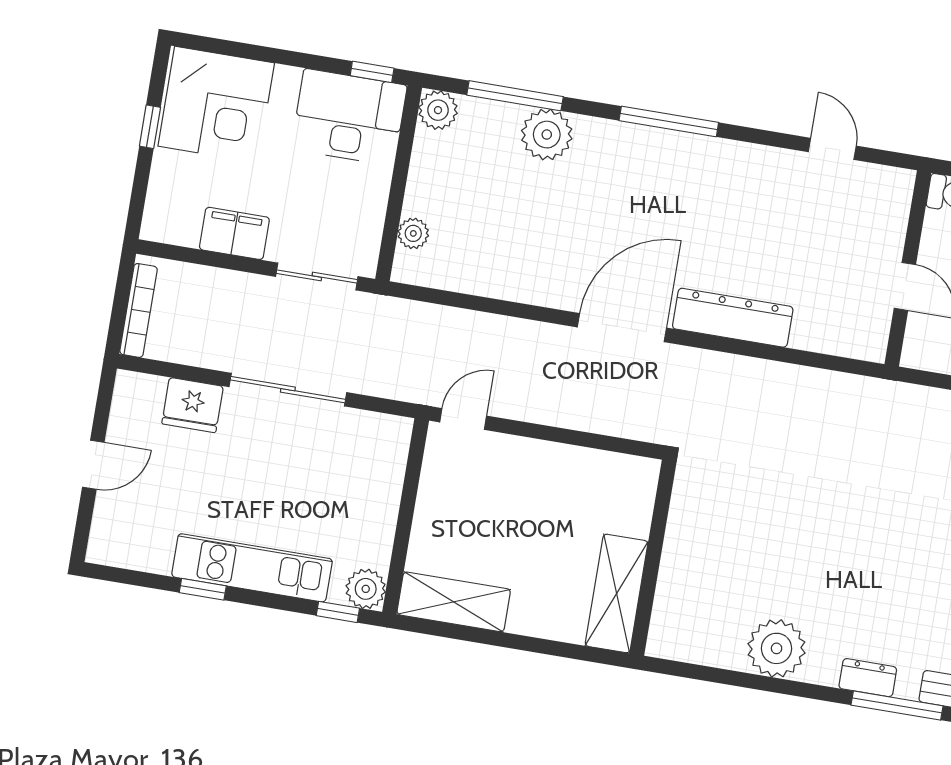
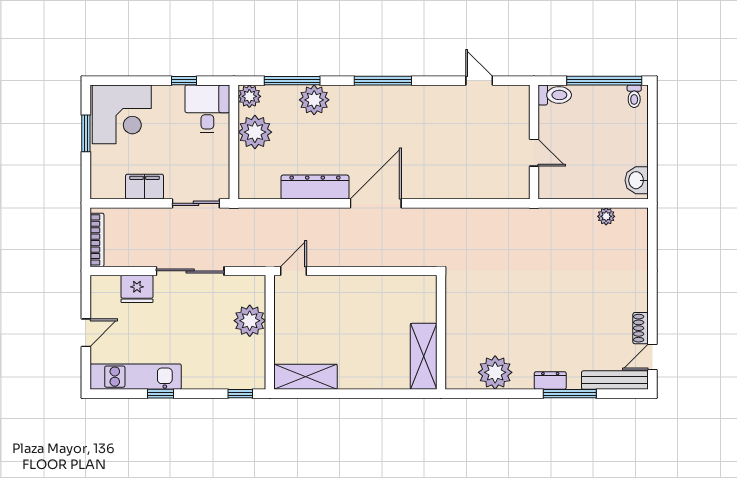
window: (372, 72) -> (184, 81), moved
desk: (349, 117) -> (207, 109), width x0.73
window: (150, 127) -> (86, 133), width x1.50
plant: (413, 233) -> (255, 132), moved, width x1.88, depth x1.88
dresser: (733, 318) -> (315, 187), moved
wall: (653, 558) -> (441, 332), moved
kitchen unit: (252, 568) -> (136, 377), moved
plant: (366, 589) -> (250, 321), moved, width x1.36, depth x1.36
shelving: (617, 593) -> (424, 356), moved

